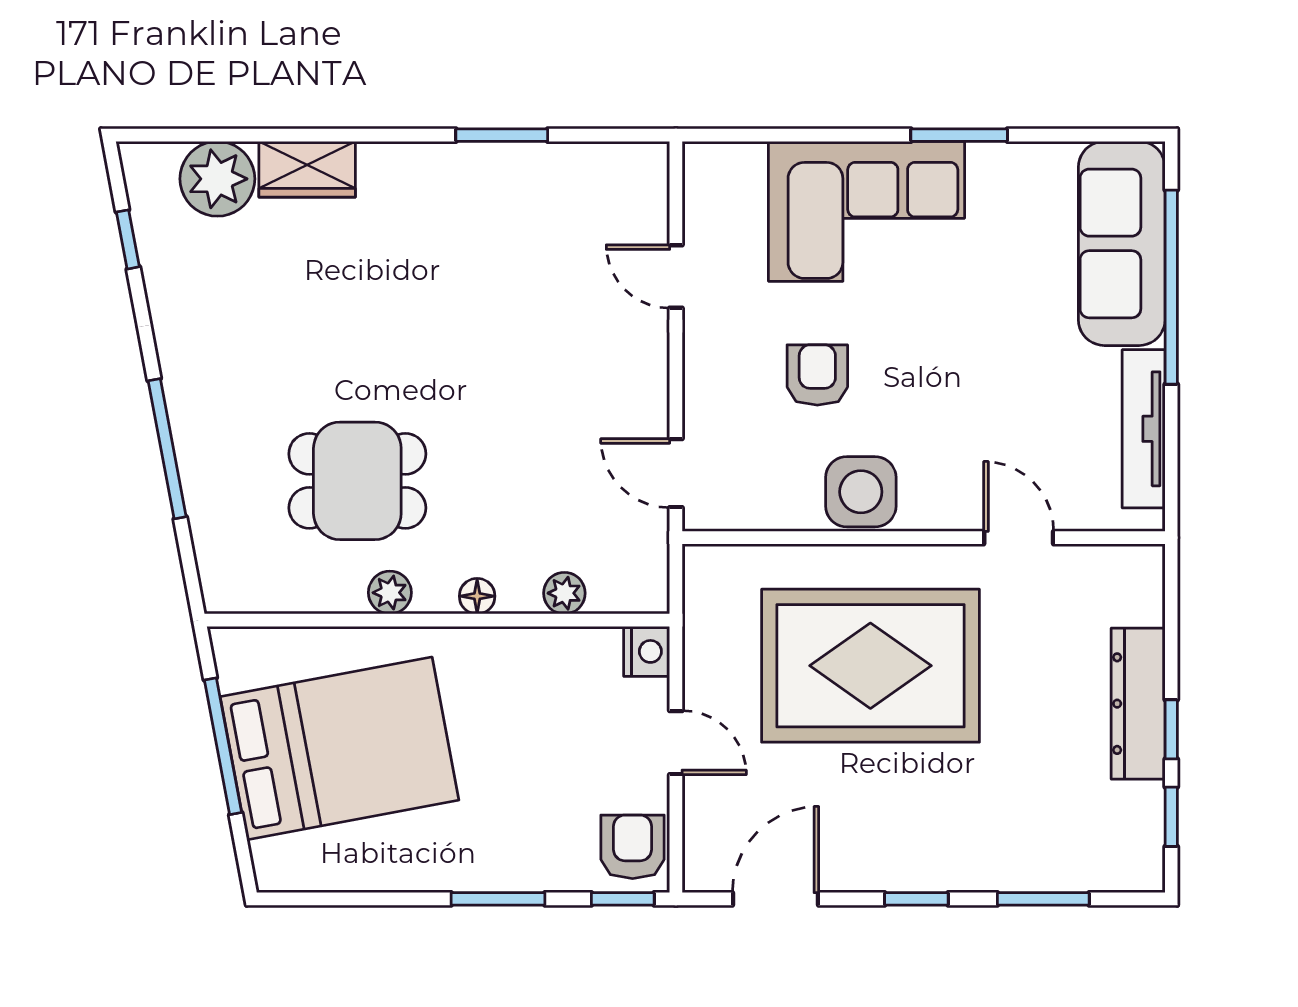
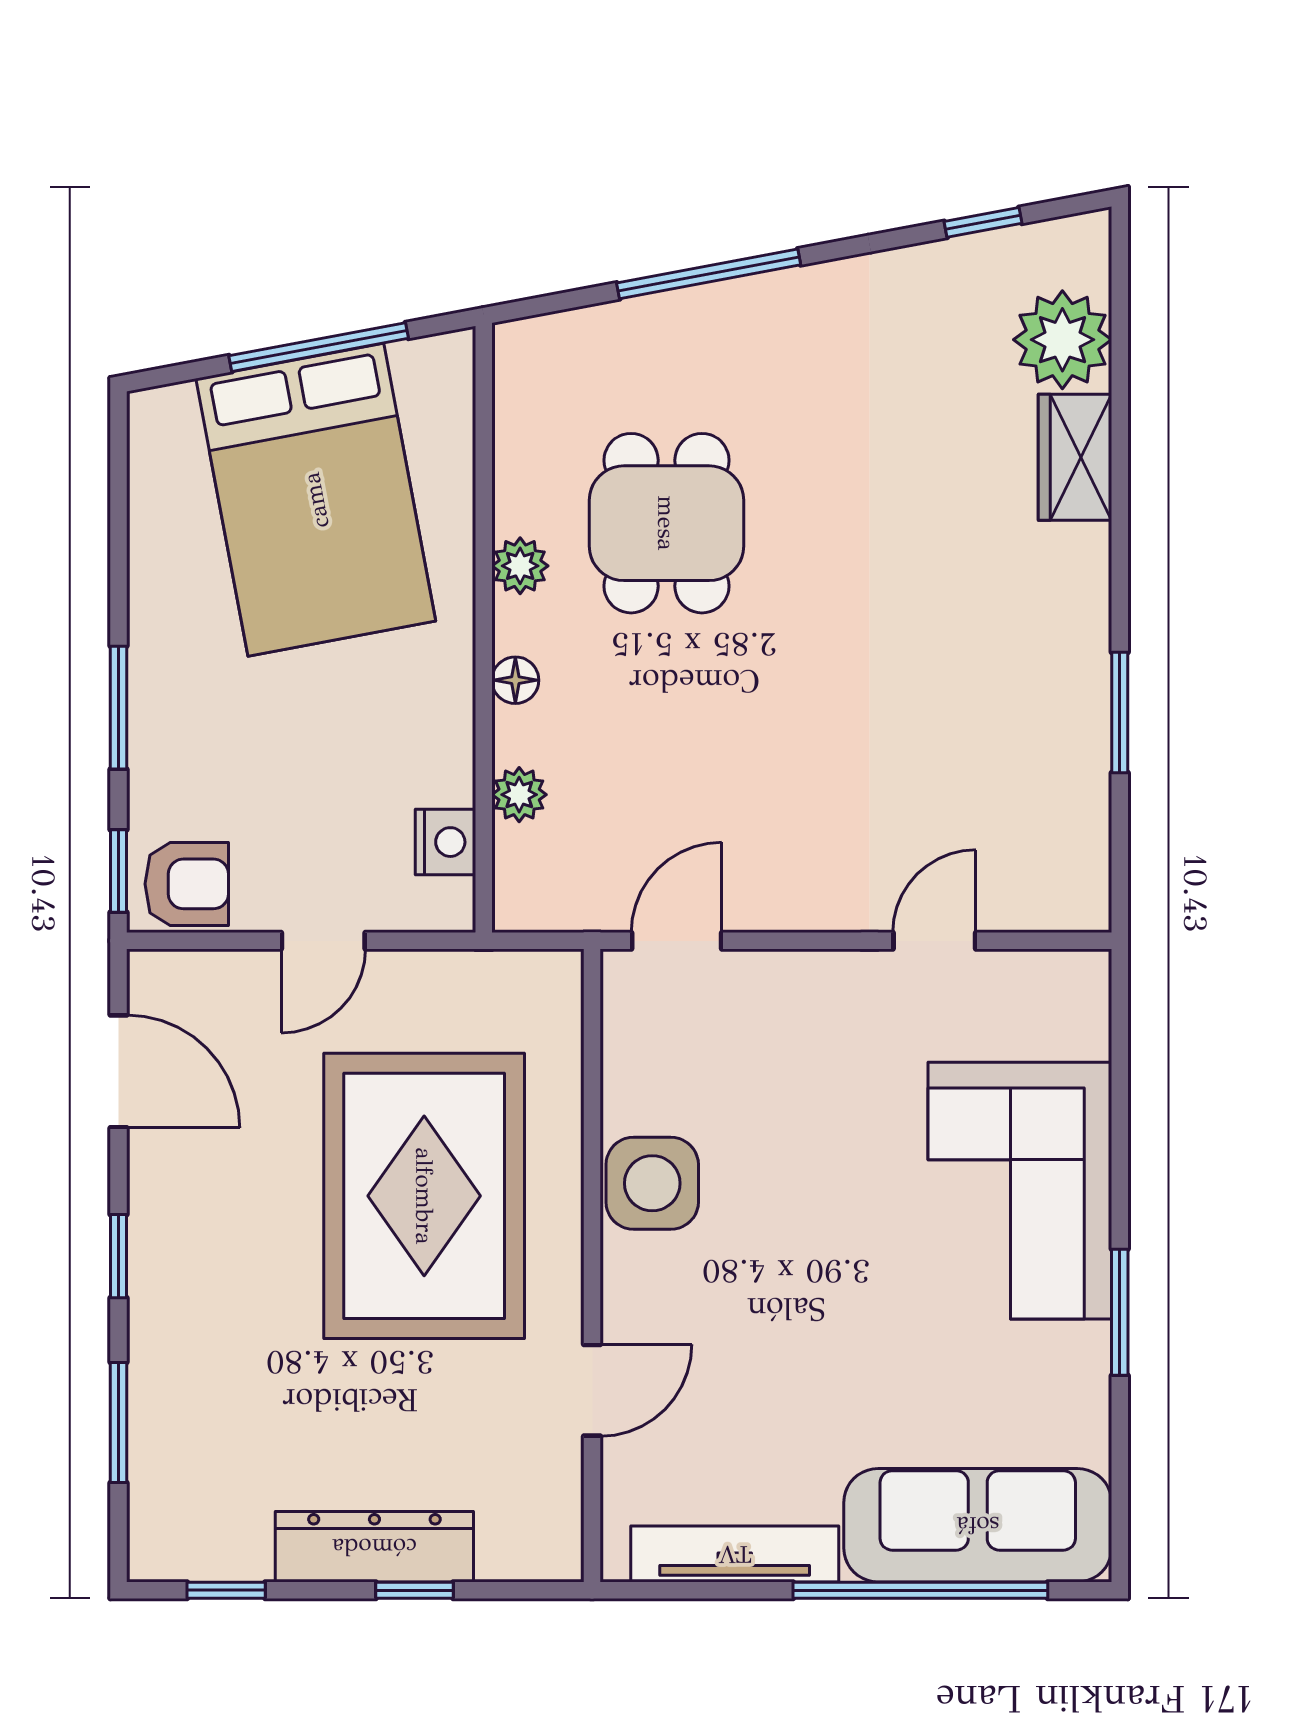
armchair: (817, 375) -> (805, 1126), removed
nightstand: (647, 651) -> (445, 842), moved, turned -90
window: (1171, 729) -> (415, 1590), moved

